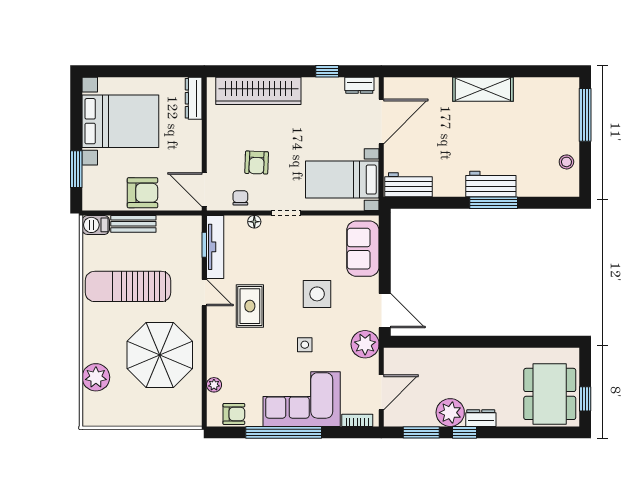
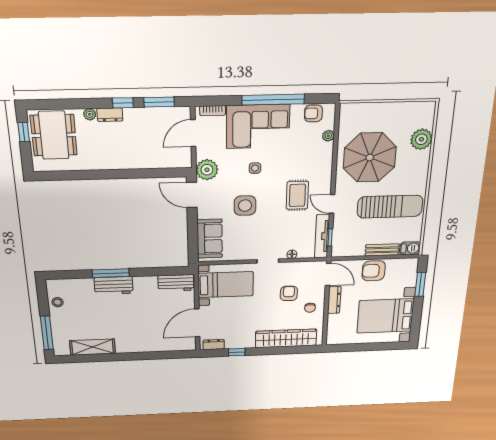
shelving: (483, 89) -> (93, 347), moved
dresser: (194, 98) -> (334, 300), moved
chair: (240, 198) -> (310, 308), moved
plant: (450, 413) -> (90, 114), moved, width x0.53, depth x0.53

